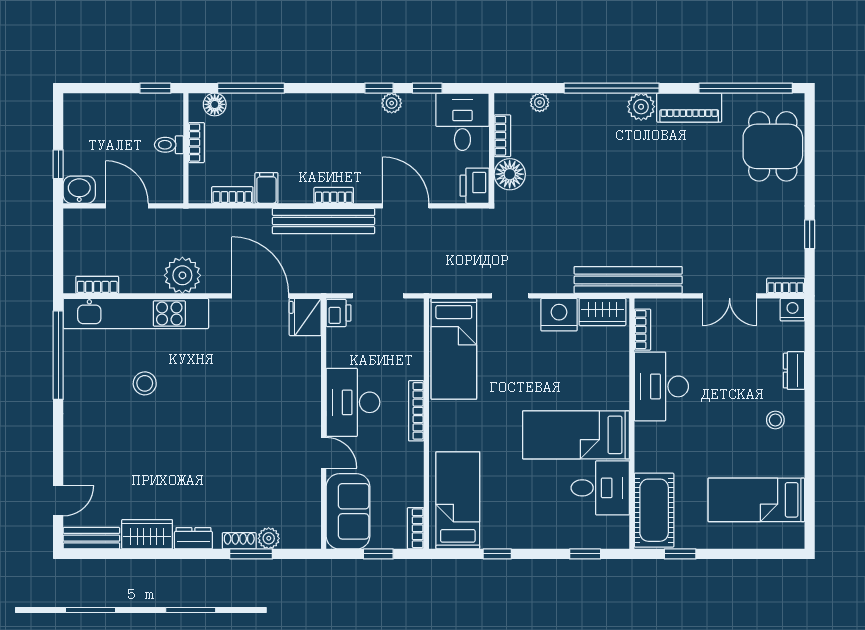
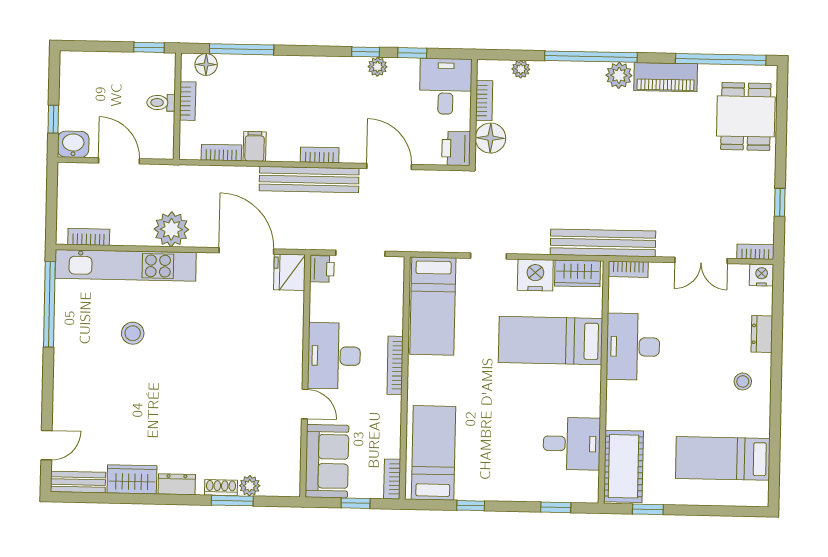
bookcase: (643, 330) -> (628, 269), moved, turned 90
bed: (576, 435) -> (550, 340), moved

